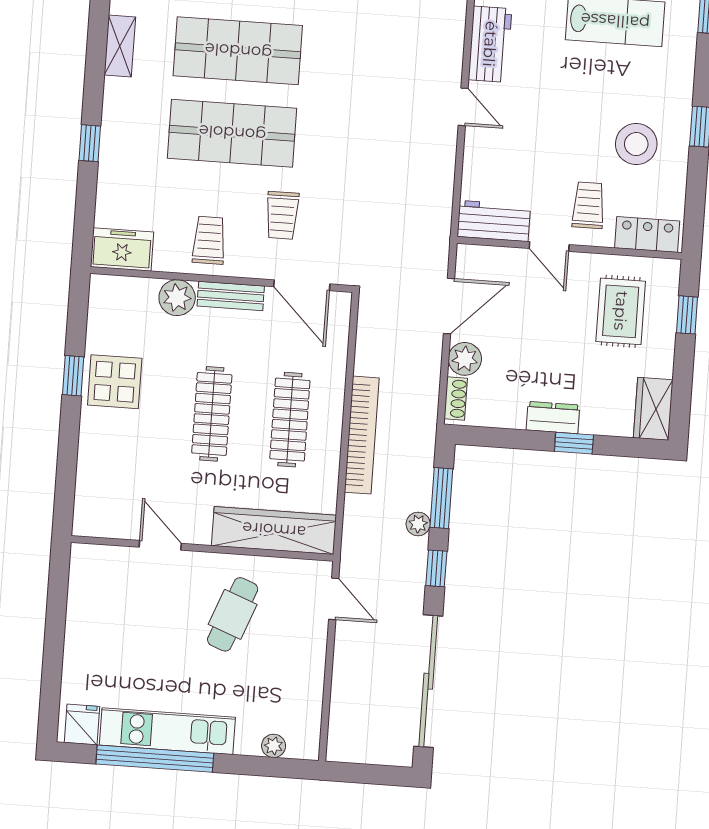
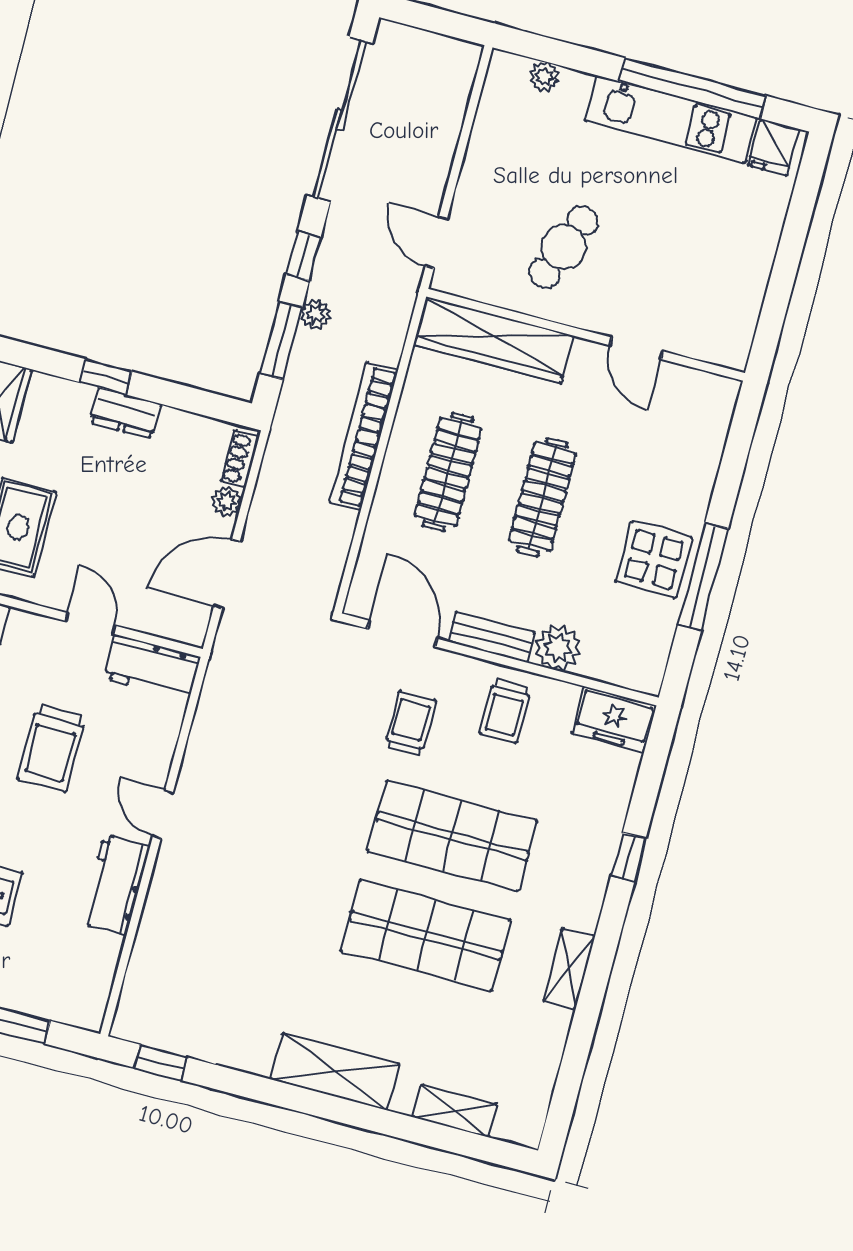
trolley: (588, 205) -> (52, 747), moved, width x1.36, depth x1.39
plant: (465, 359) -> (227, 501), width x0.73, depth x0.73
window: (73, 376) -> (703, 576), width x2.17

